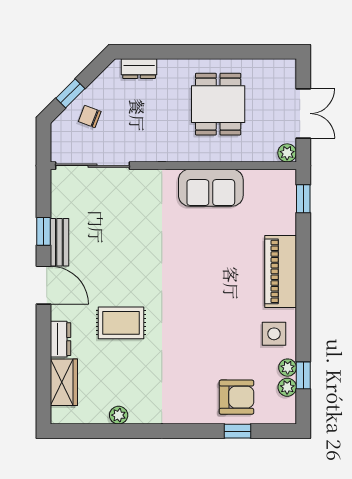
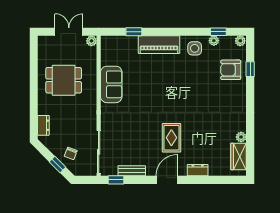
window: (303, 199) -> (134, 32), moved
window: (43, 231) -> (116, 180), moved
bench: (59, 242) -> (132, 171), moved
rug: (121, 323) -> (171, 138), moved
wardrobe: (64, 382) -> (238, 157), moved, turned -90
plant: (287, 387) -> (240, 41), moved
armchair: (236, 397) -> (231, 70), turned -90

